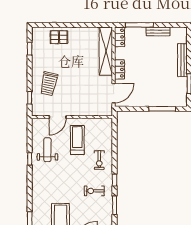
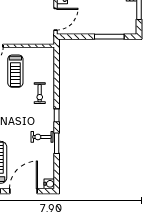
treadmill: (77, 140) -> (15, 71), turned 180
exercise bike: (94, 191) -> (42, 137), moved

